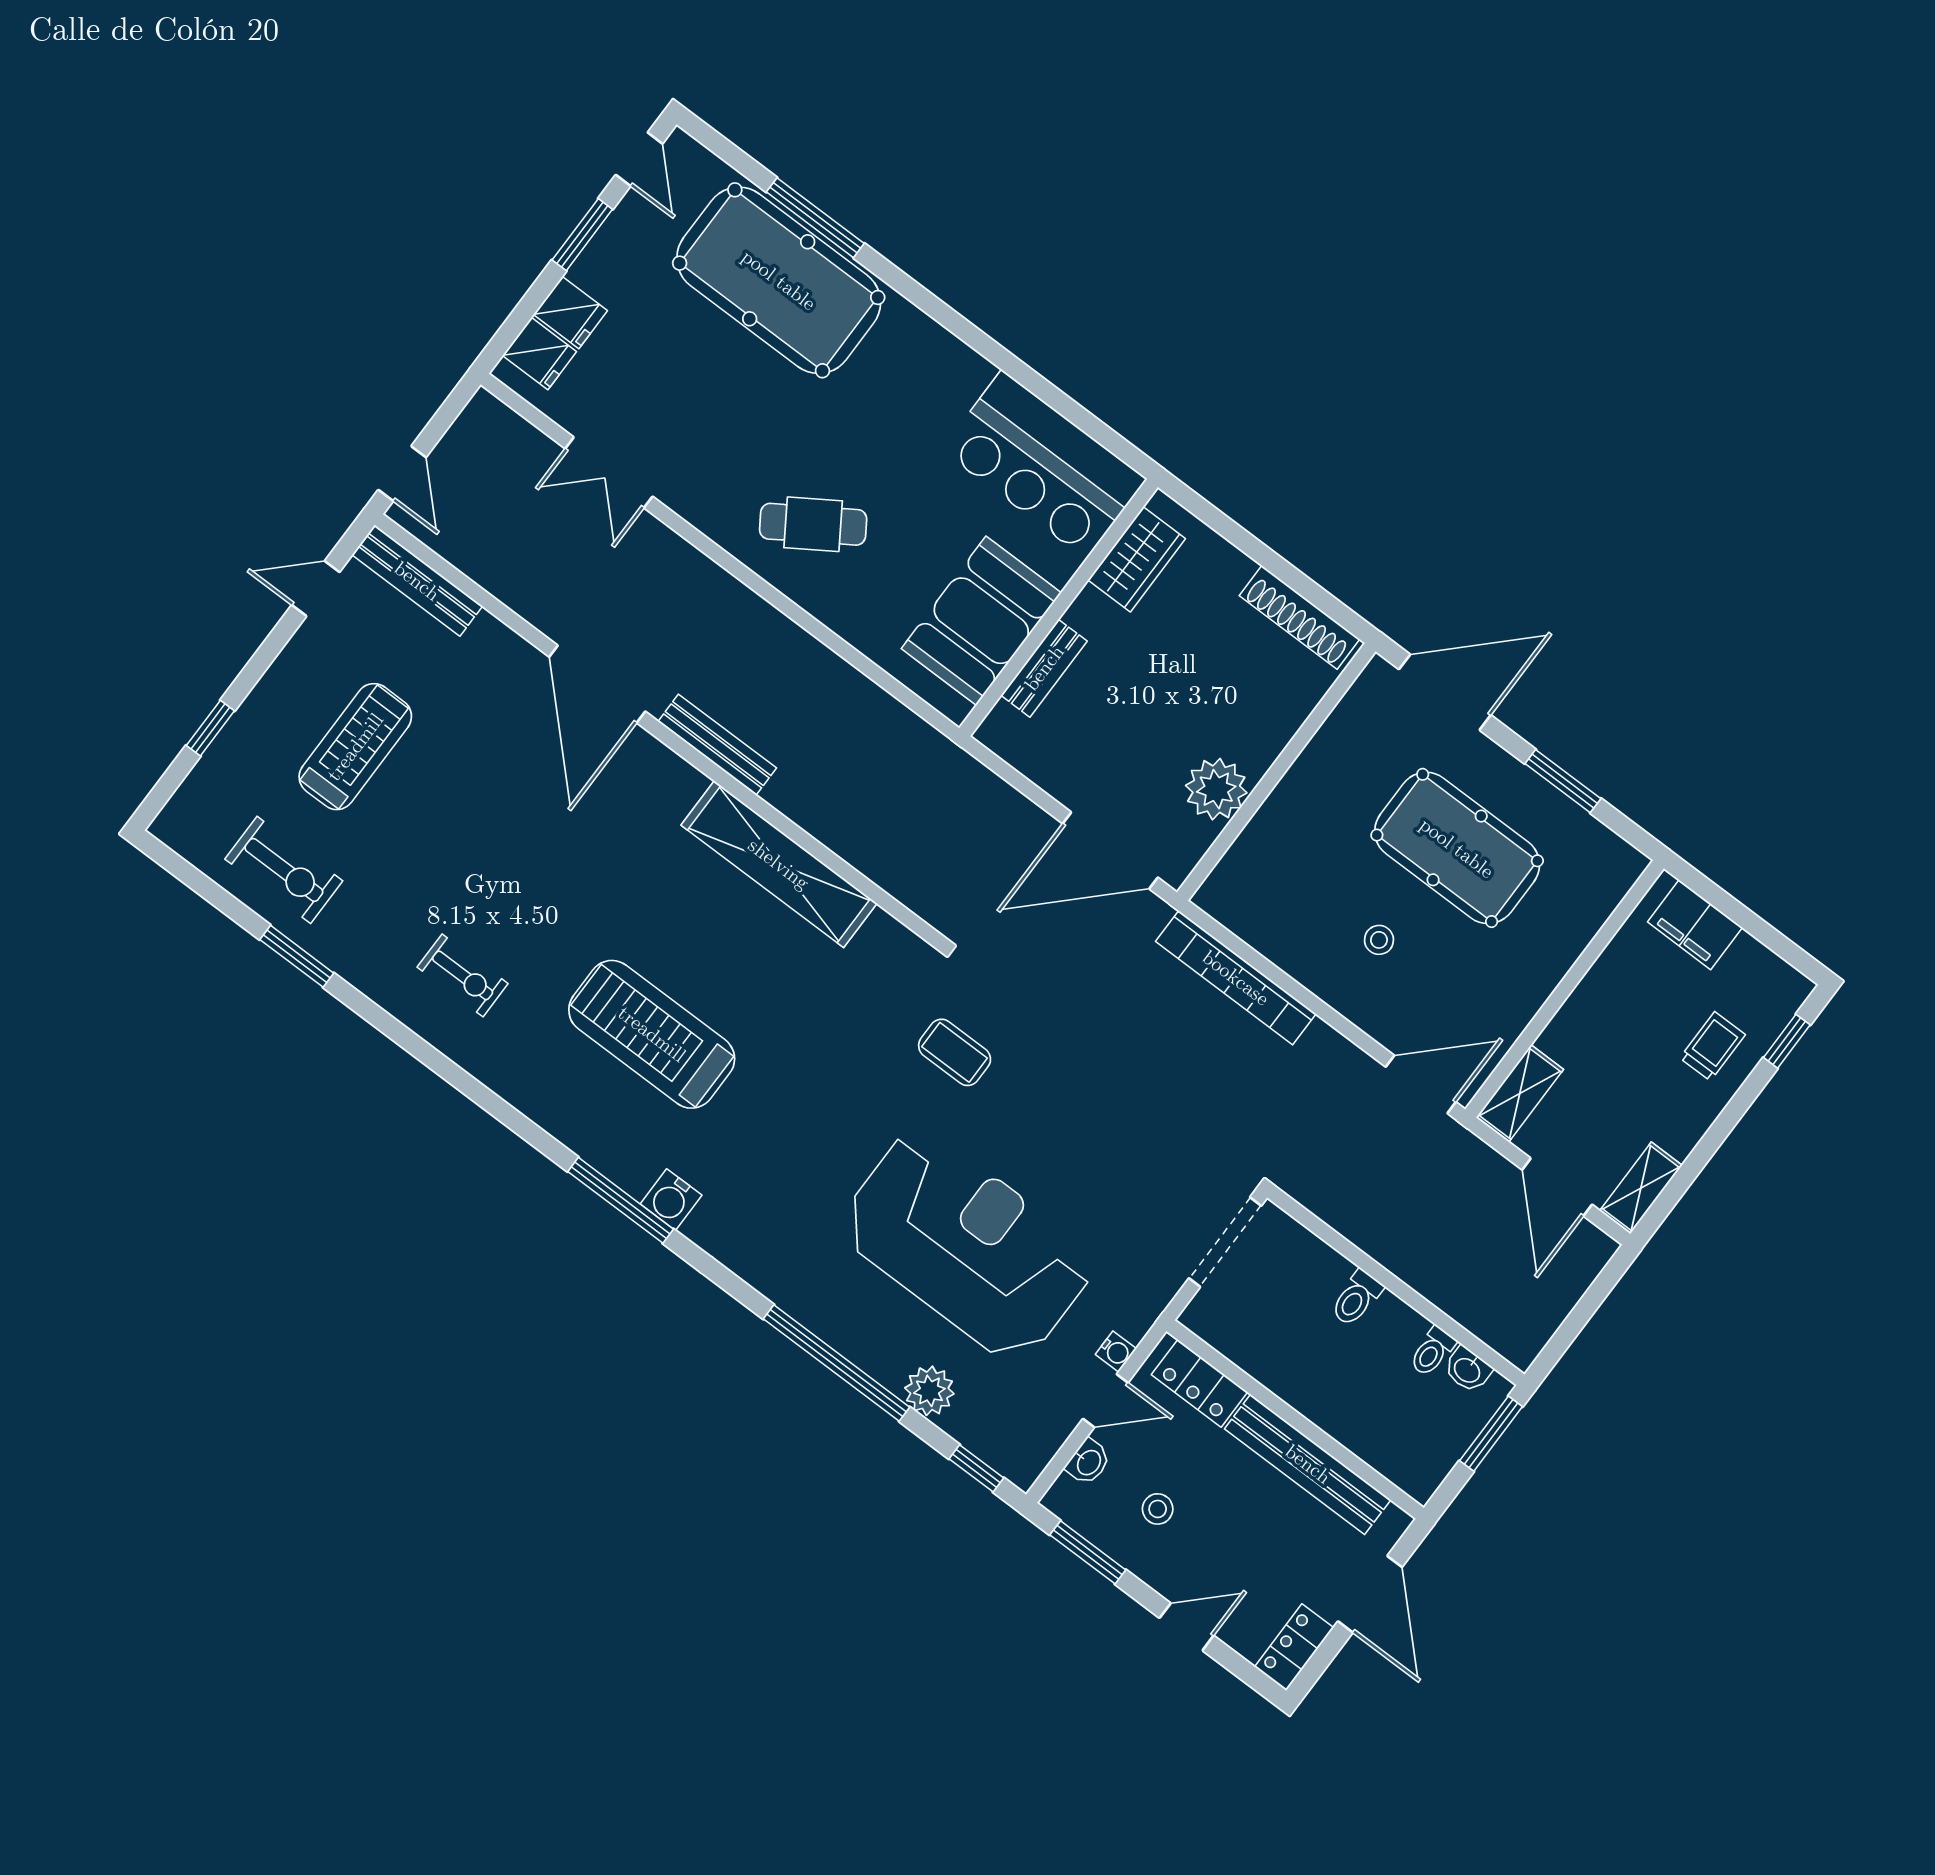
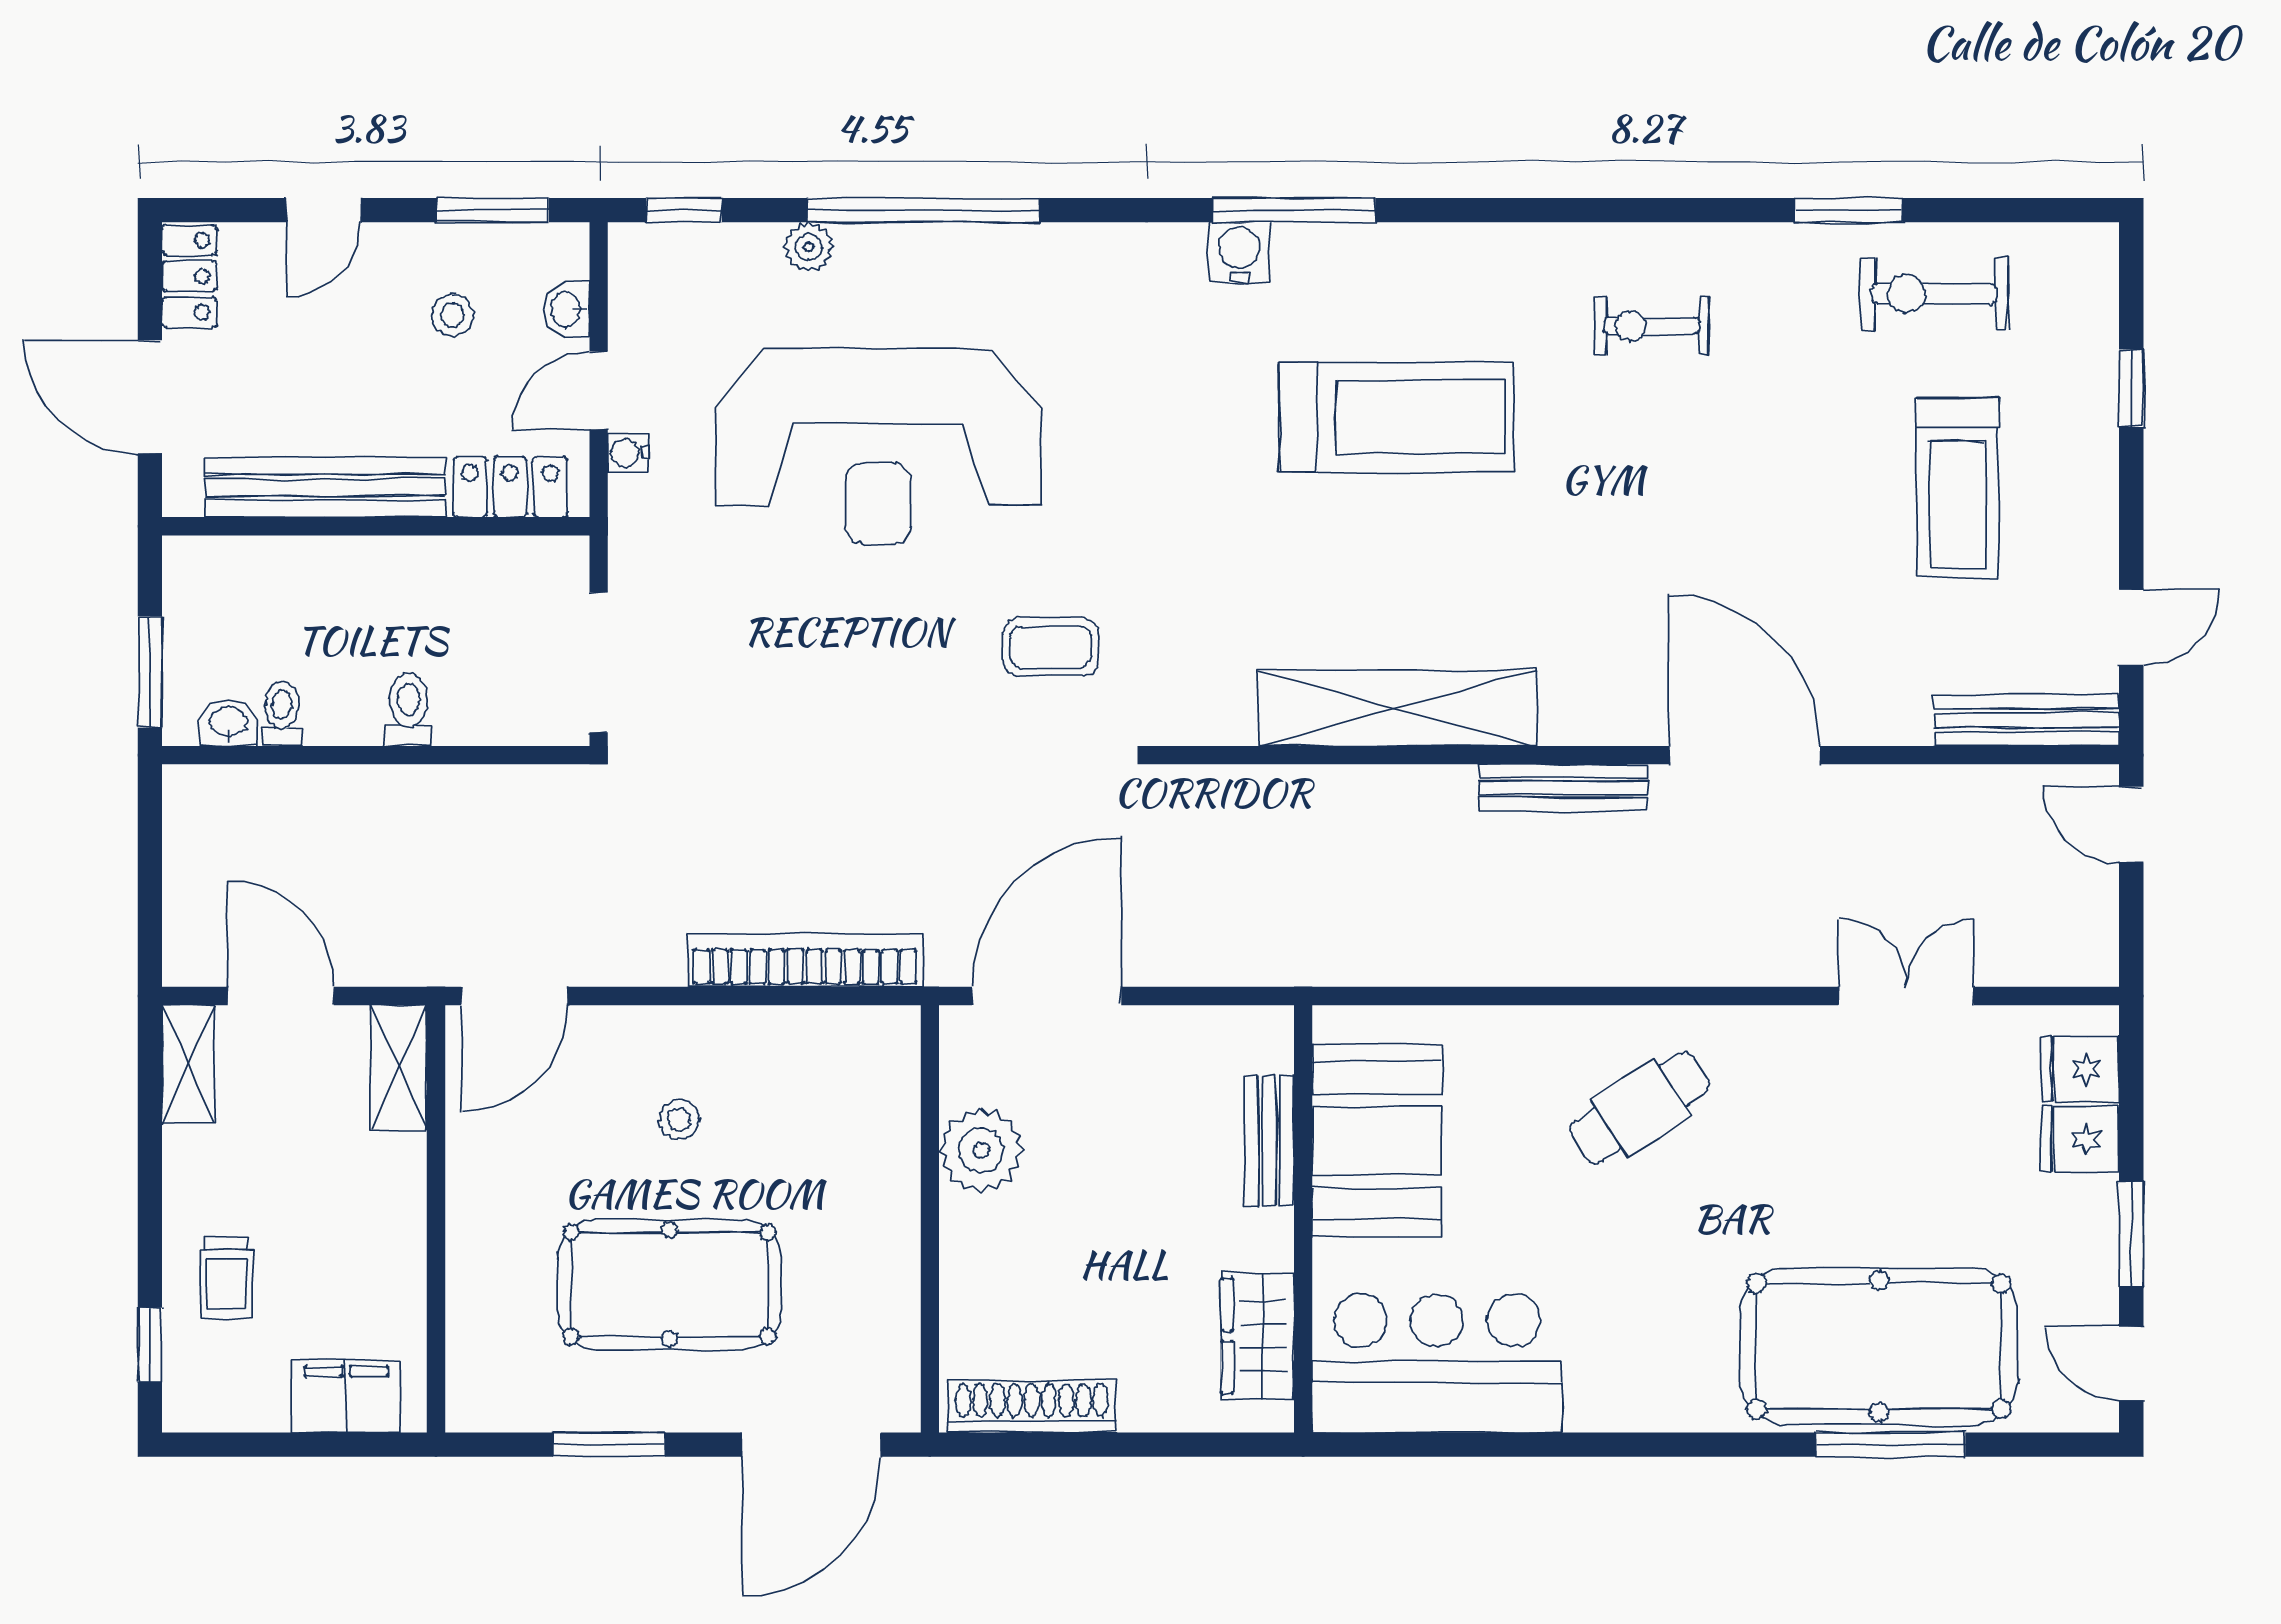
plant: (929, 1391) -> (809, 247), width x0.73, depth x0.73

